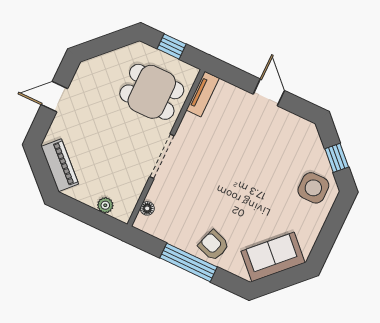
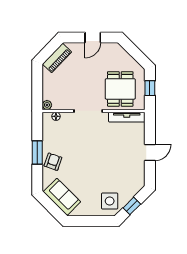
tv unit: (203, 94) -> (127, 117), width x1.41
door: (54, 97) -> (93, 38), swing flipped
plant: (105, 205) -> (47, 105), moved
window: (189, 262) -> (37, 153), width x0.69

